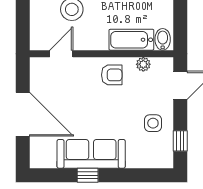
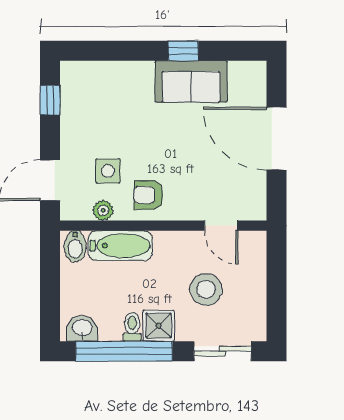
door: (61, 54) -> (221, 226), hinge flipped
side table: (153, 123) -> (108, 171), moved
sofa: (91, 154) -> (191, 81), width x0.73

